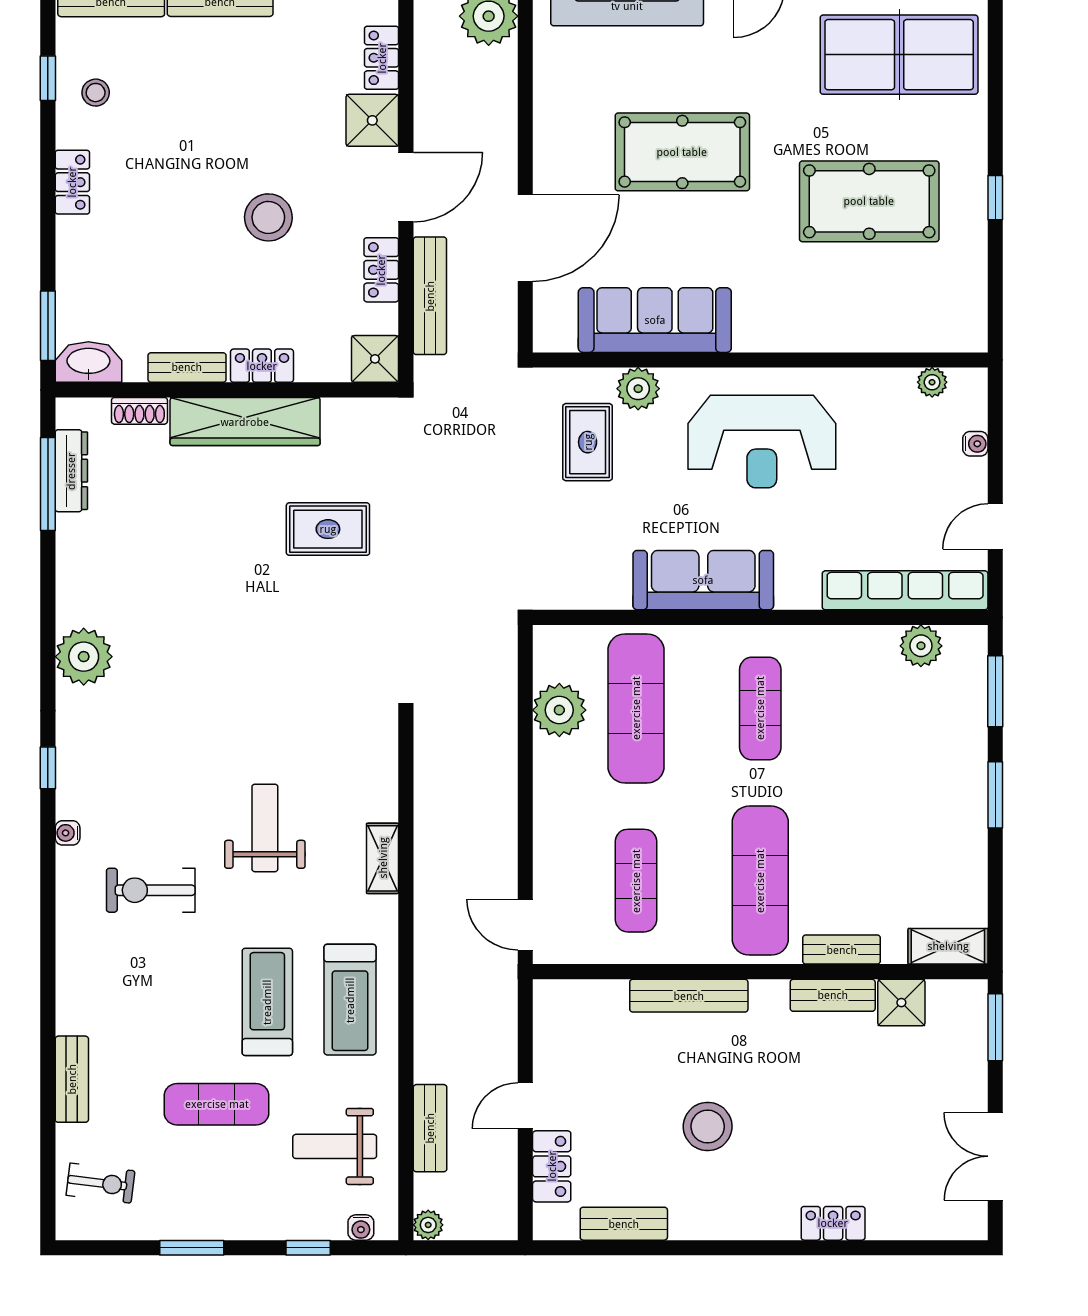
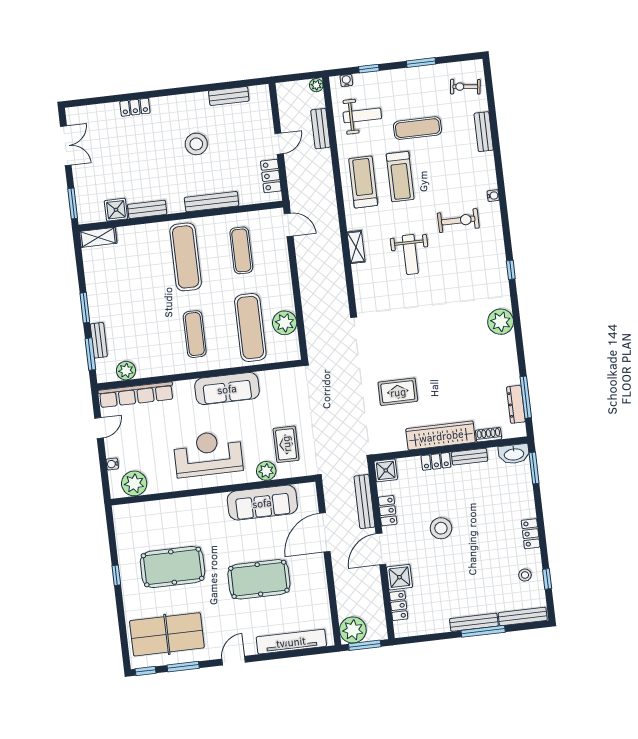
plant: (932, 382) -> (134, 483), width x1.88, depth x1.88
water cooler: (68, 833) -> (493, 196), moved
bench: (842, 950) -> (99, 340), moved, turned 90
locker: (552, 1166) -> (271, 176), moved

